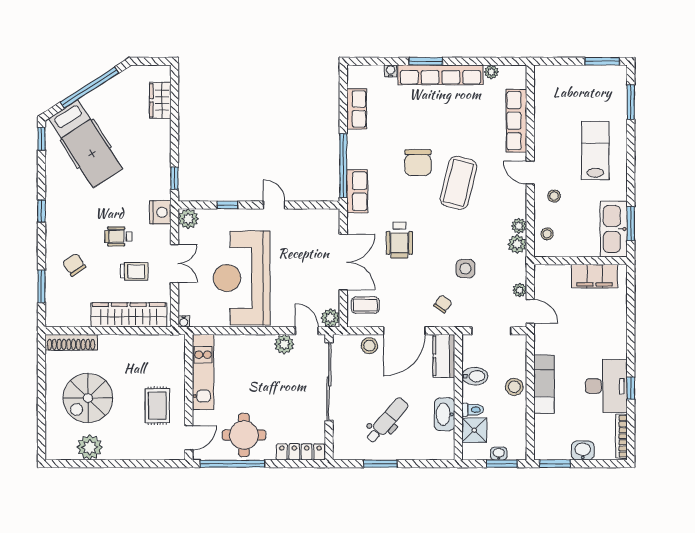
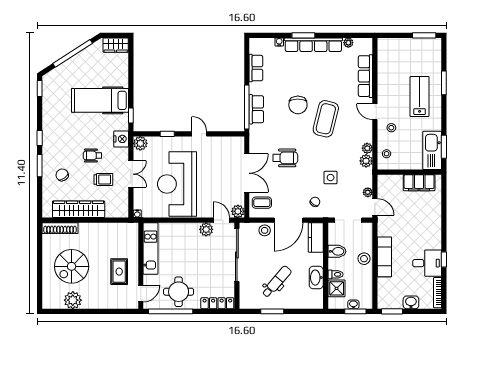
wardrobe: (160, 100) -> (116, 45), moved, turned -90
window: (631, 102) -> (444, 83), moved
hospital bed: (86, 144) -> (100, 100), moved, turned 123
row of seats: (357, 191) -> (256, 109), moved
wheelchair: (399, 240) -> (285, 158), turned -90
window: (41, 286) -> (40, 166), moved
wardrobe: (129, 315) -> (79, 209), moved
desk: (606, 386) -> (427, 263), width x0.73

